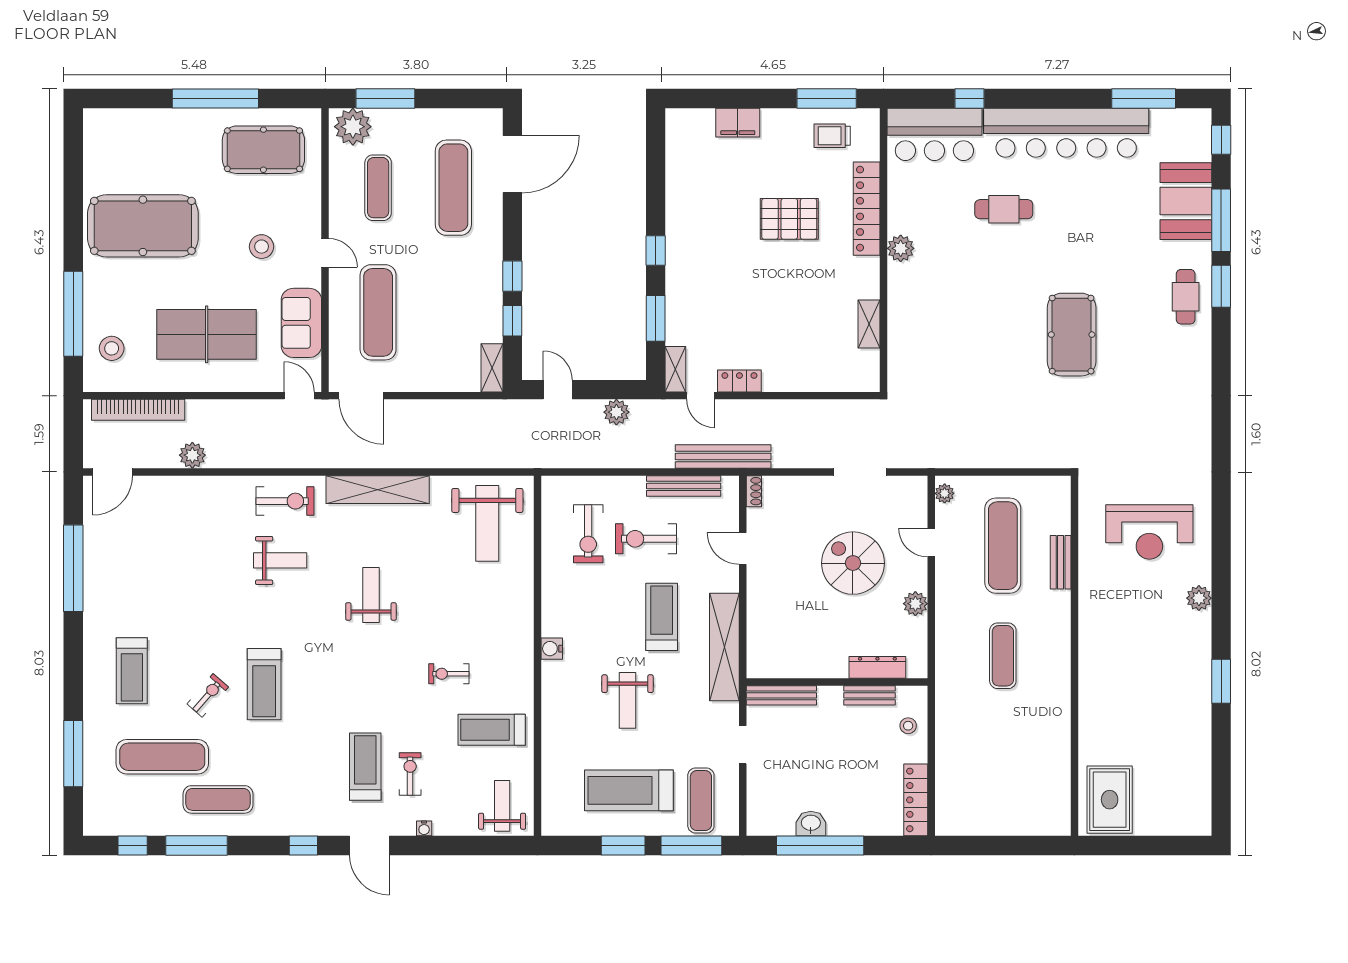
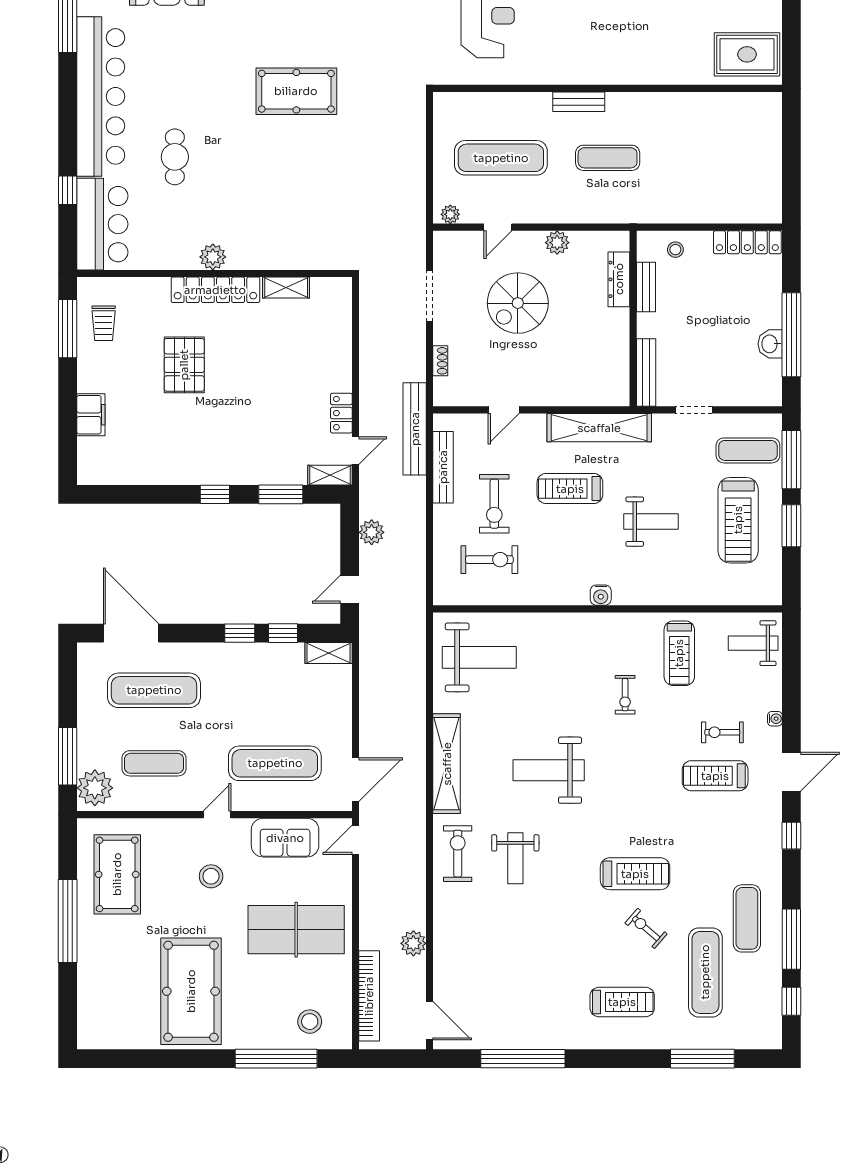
locker: (867, 209) -> (215, 290), moved
table tennis table: (207, 334) -> (296, 930), turned 90
shoe rack: (754, 491) -> (440, 361), moved, turned 90
weight bench: (280, 560) -> (515, 858), turned 180
bench: (1061, 562) -> (579, 102), moved
weight bench: (371, 595) -> (549, 770), width x1.36, depth x1.33

